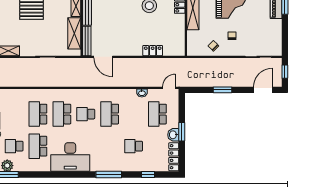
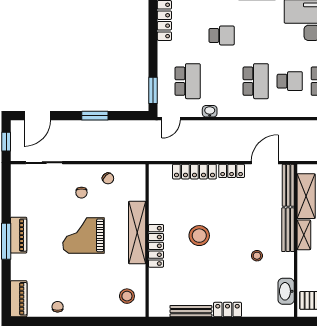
locker: (127, 51) -> (232, 171), added
locker: (153, 51) -> (194, 172), width x1.53
door: (103, 57) -> (265, 163), hinge flipped
window: (182, 132) -> (153, 90), moved
washbasin: (173, 135) -> (165, 52), removed

